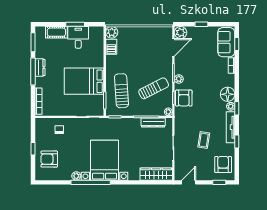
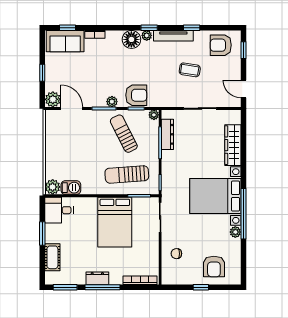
desk: (78, 37) -> (59, 210), moved
wardrobe: (156, 174) -> (233, 145), moved

